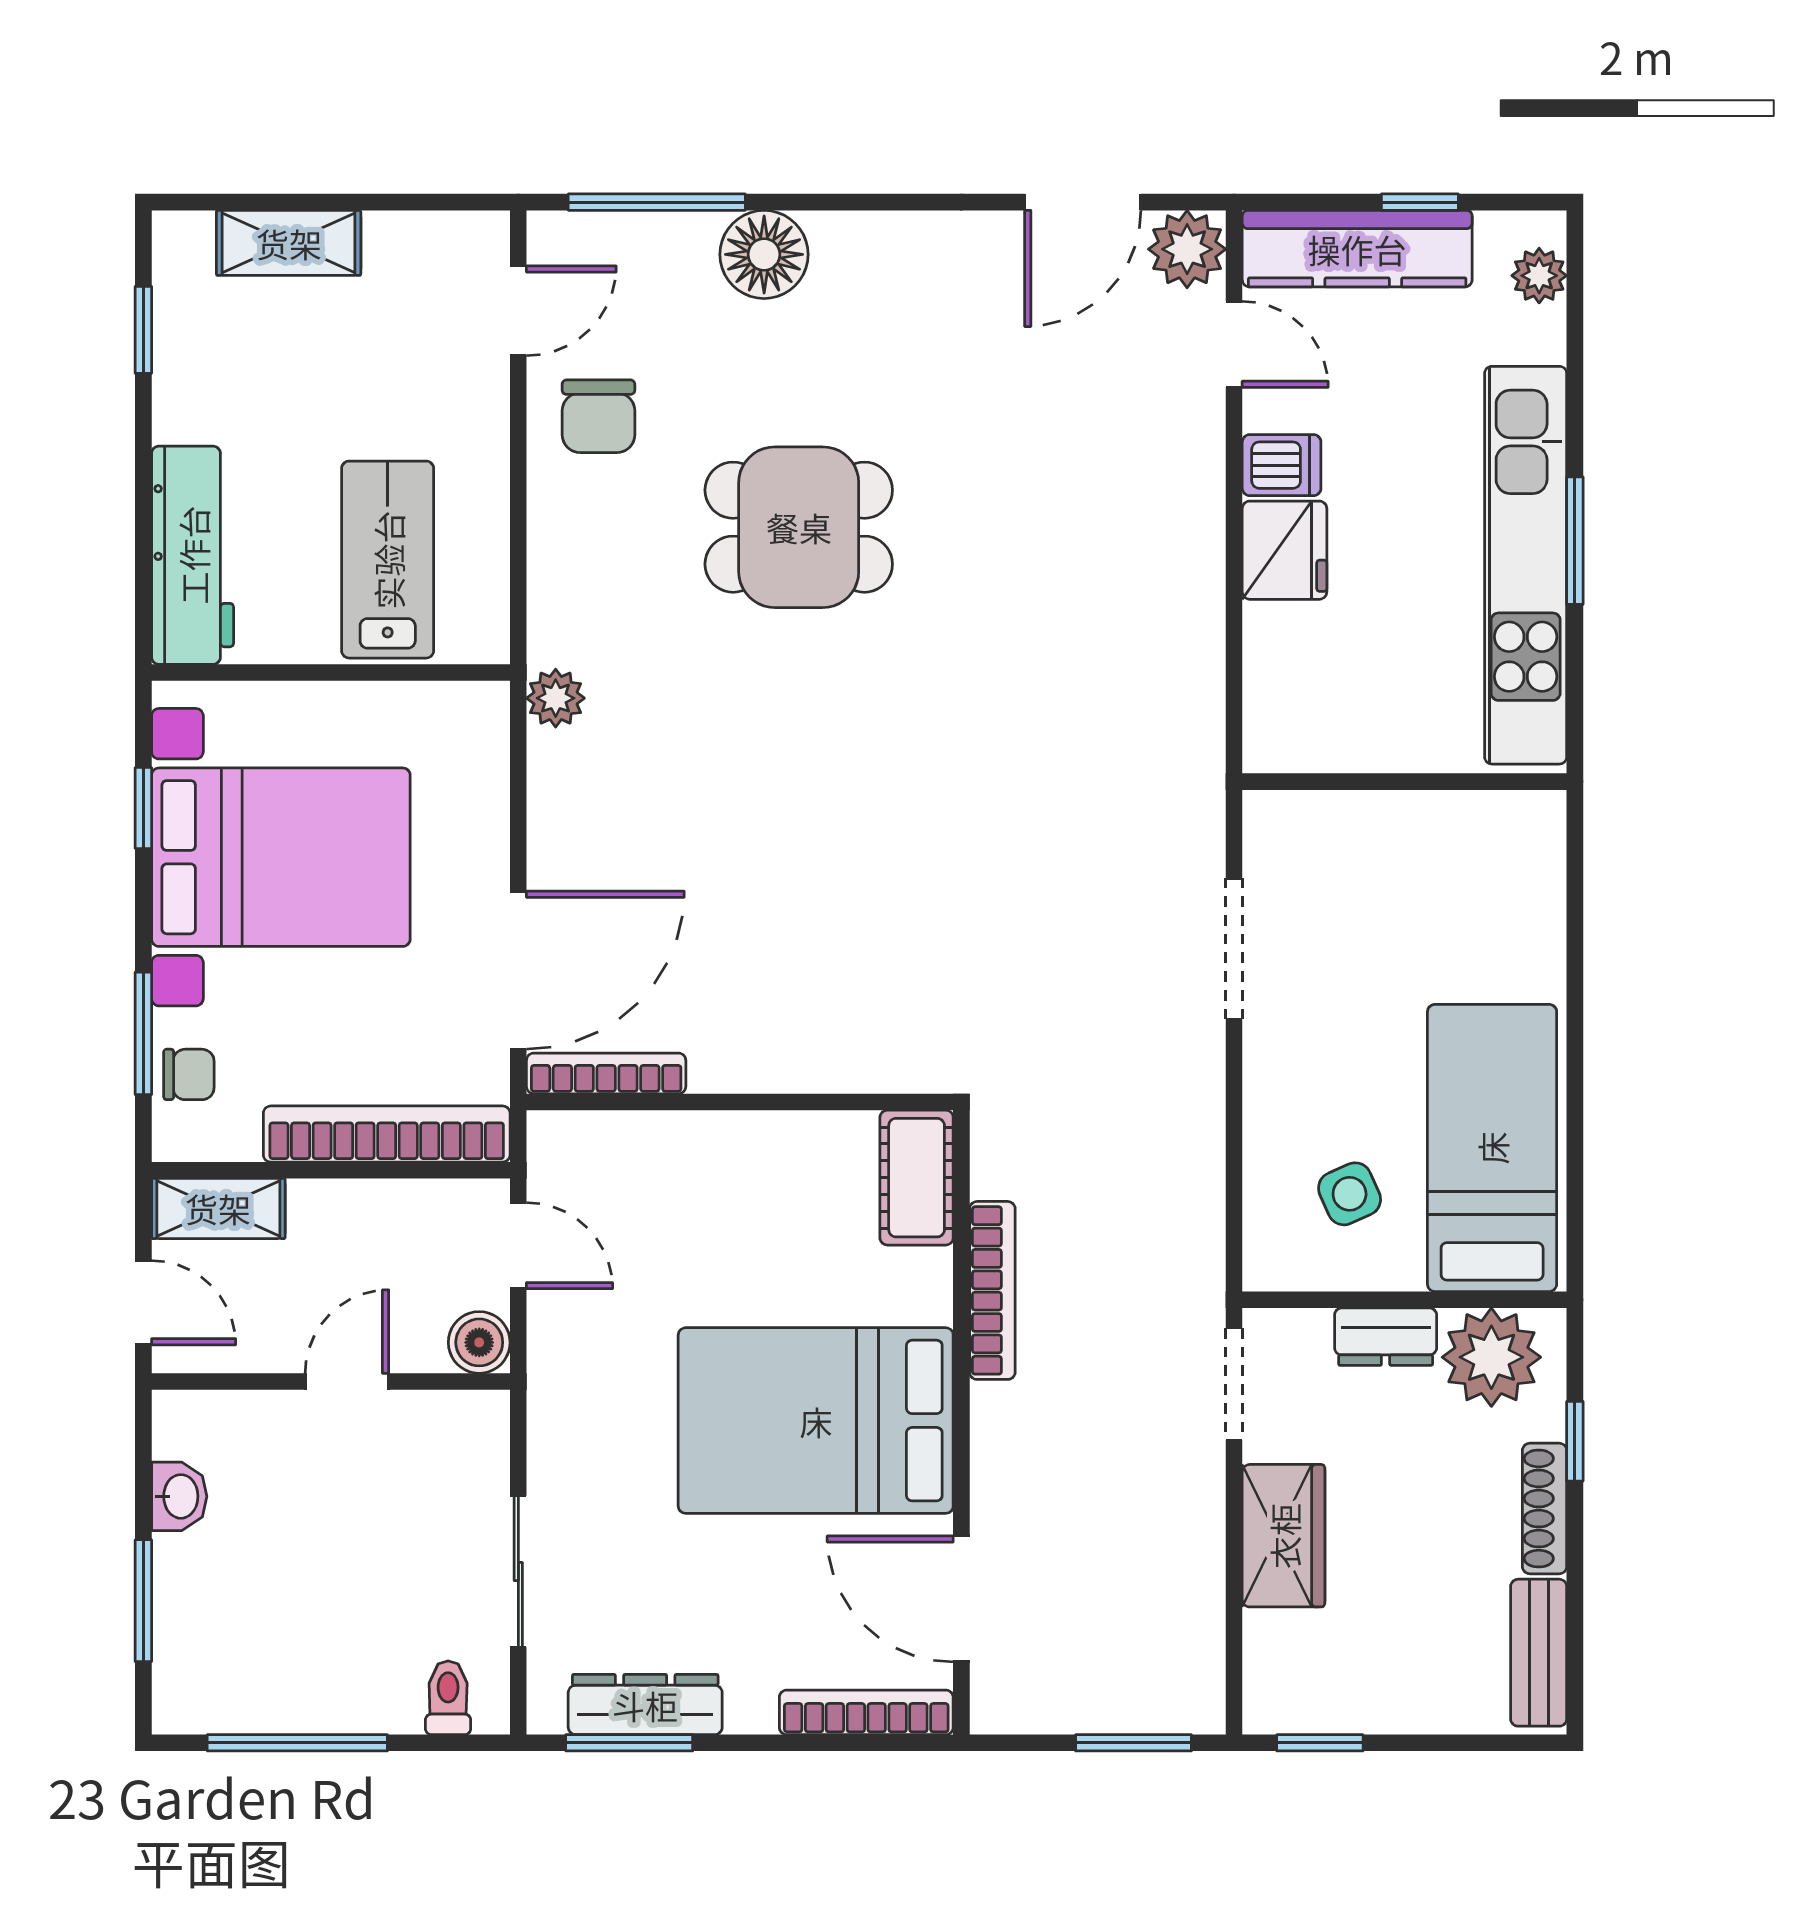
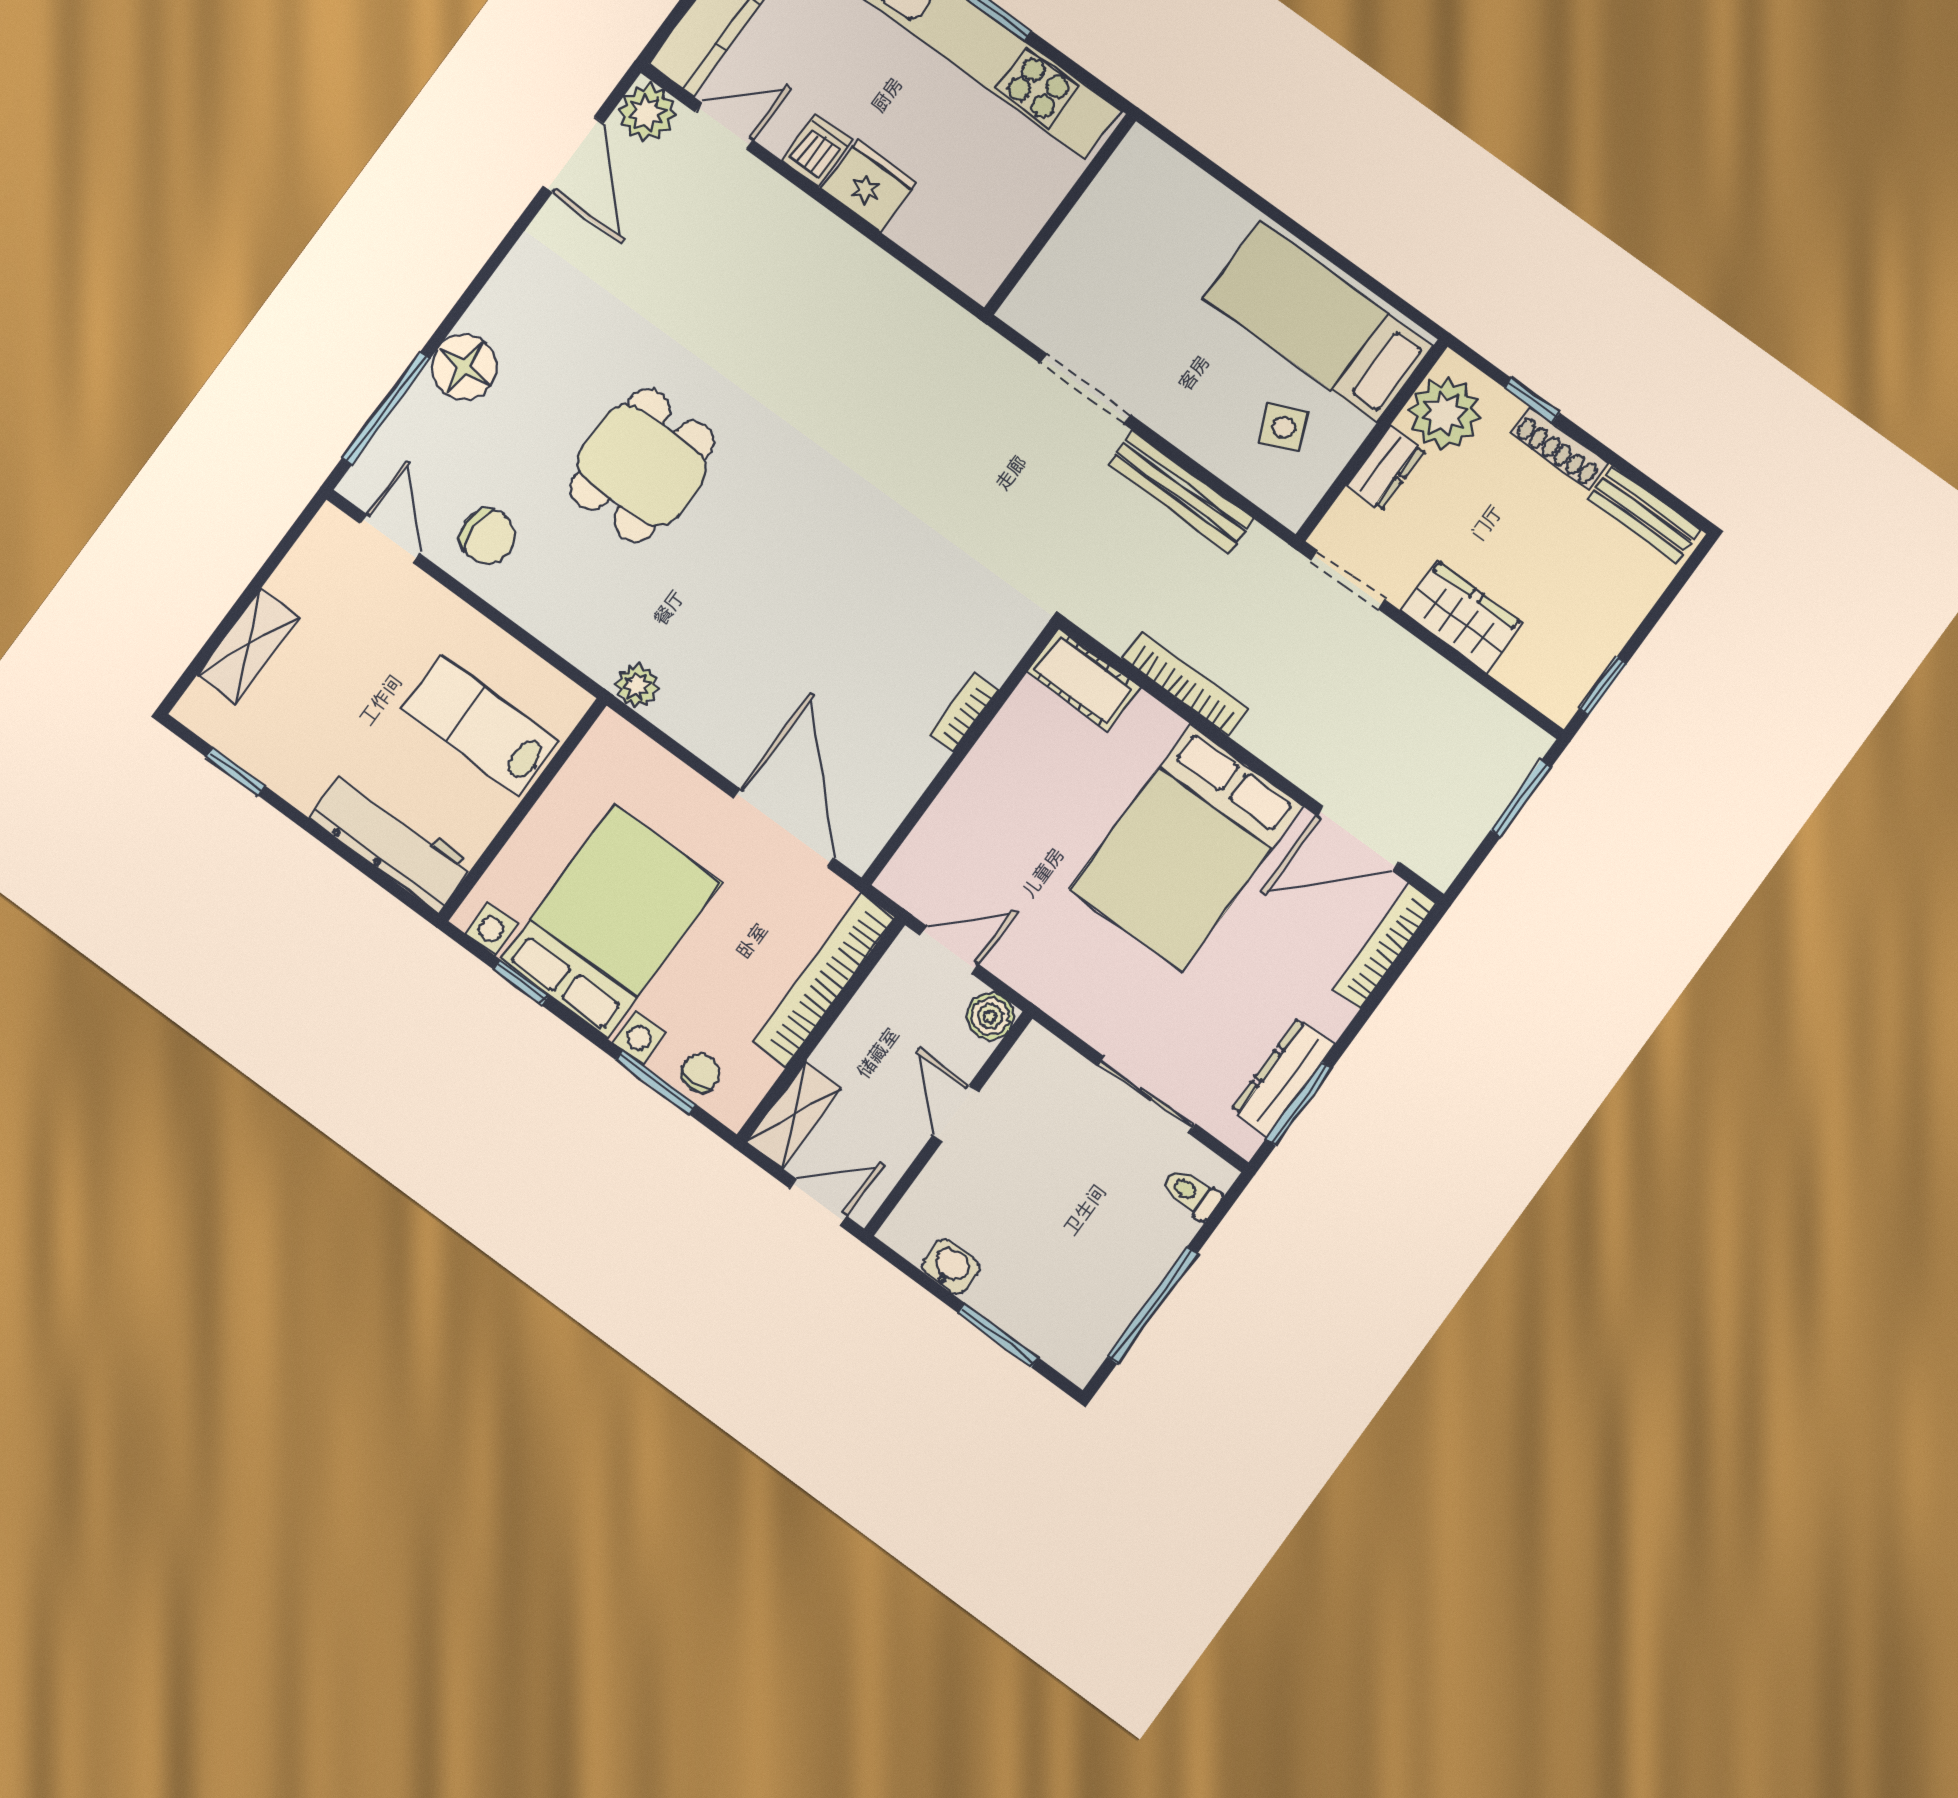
bookcase: (606, 1073) -> (964, 713), moved, width x0.64
bench: (1198, 1134) -> (1181, 492), added

